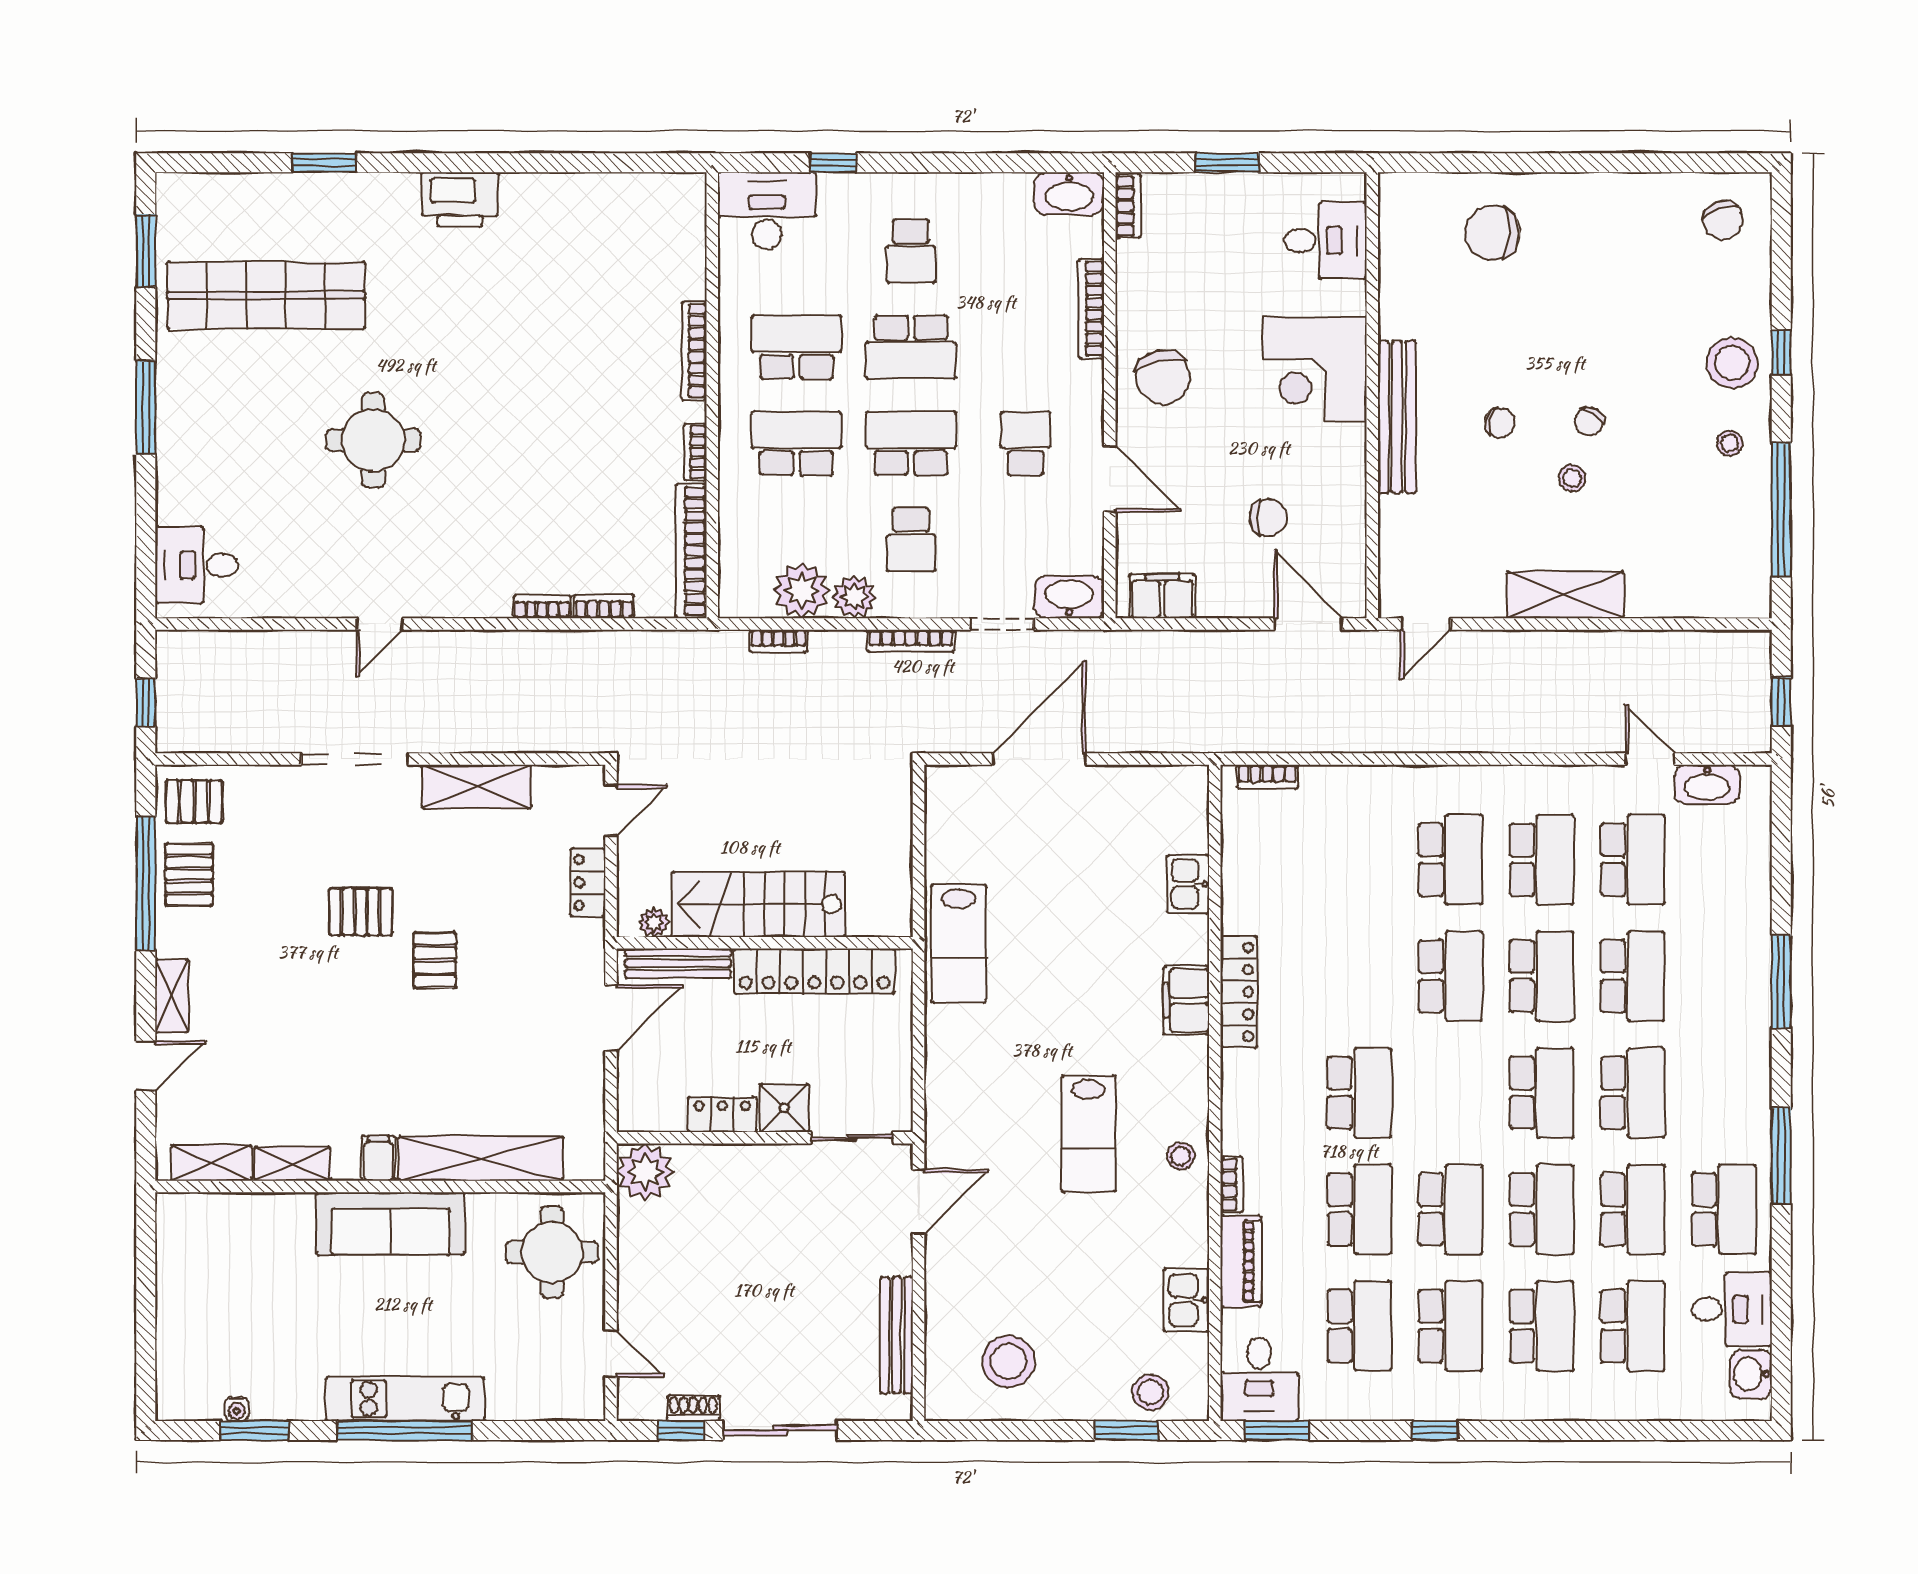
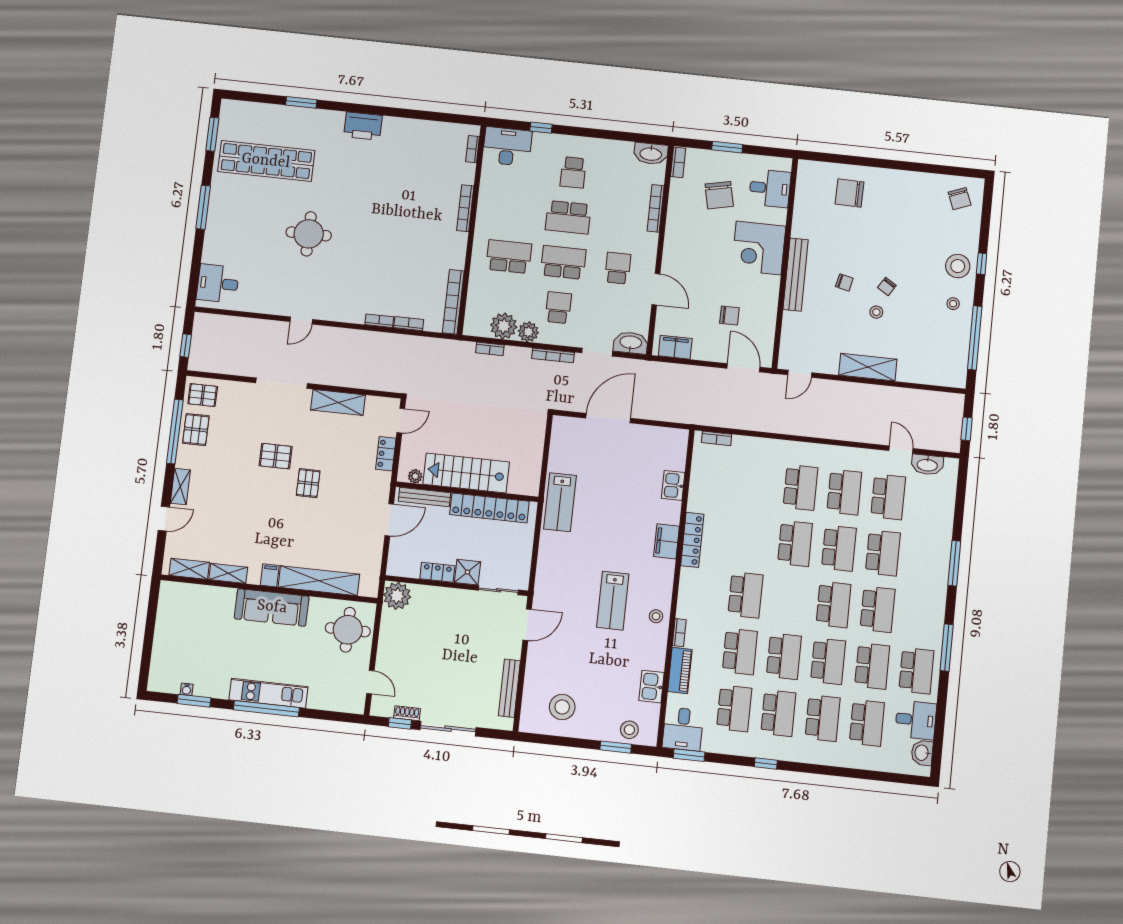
school desk: (796, 347) -> (514, 212), removed
chair: (1163, 377) -> (719, 195), moved
bookcase: (695, 452) -> (473, 149), moved
school desk: (911, 540) -> (558, 308), turned 180

